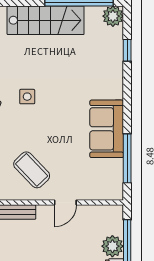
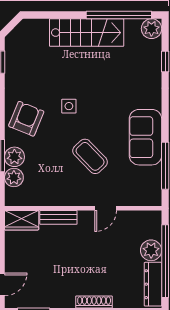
coffee table: (32, 170) -> (90, 156), moved

